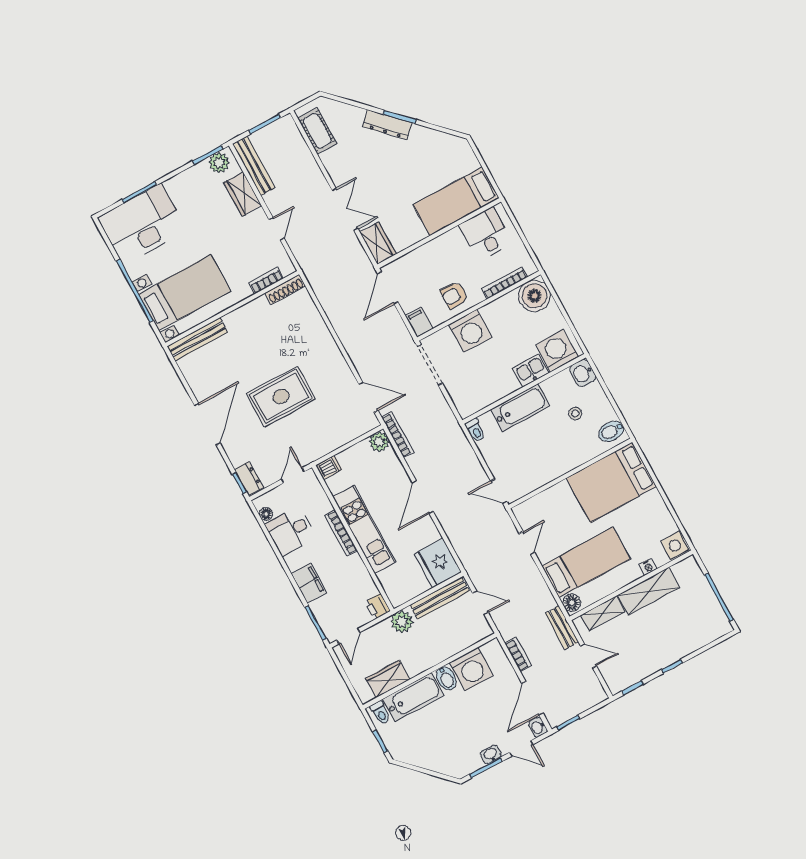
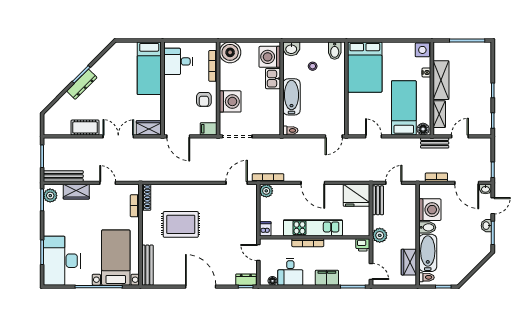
cot: (317, 131) -> (85, 127), moved
rug: (281, 396) -> (181, 224), moved, turned 90
bench: (440, 598) -> (378, 200), width x0.73

